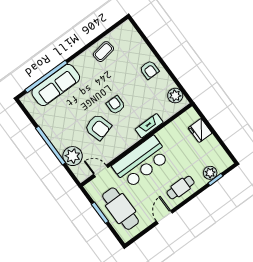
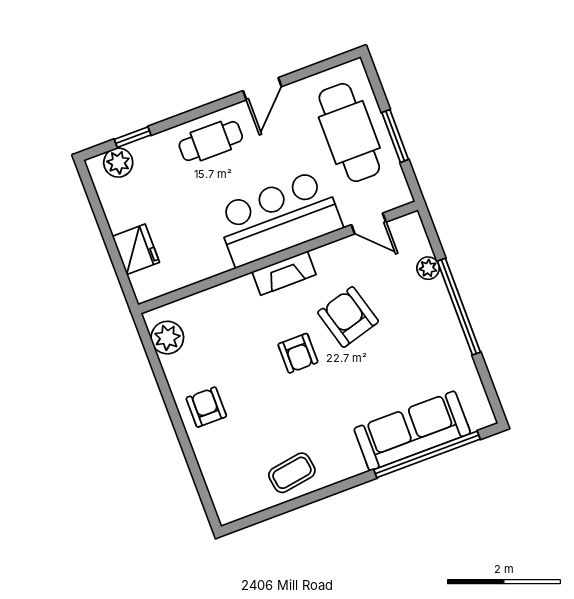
fireplace: (149, 126) -> (284, 273), moved
plant: (73, 156) -> (428, 268), width x0.53, depth x0.53
plant: (210, 173) -> (118, 163), moved

